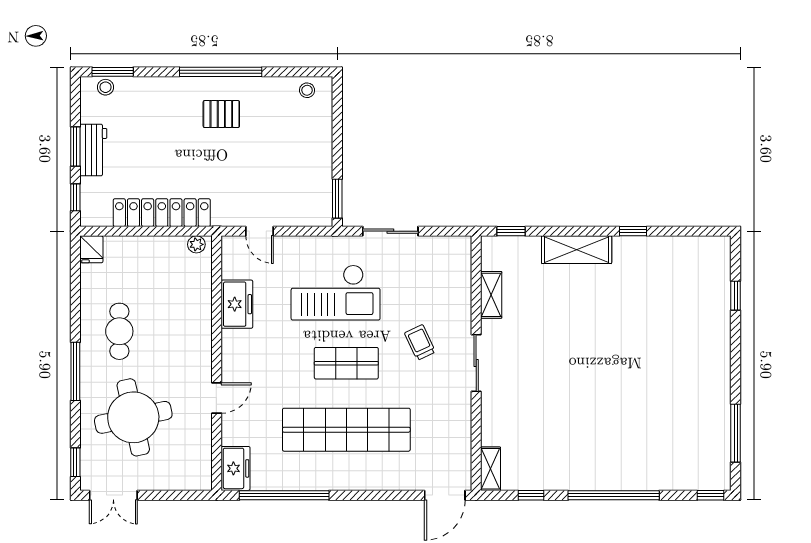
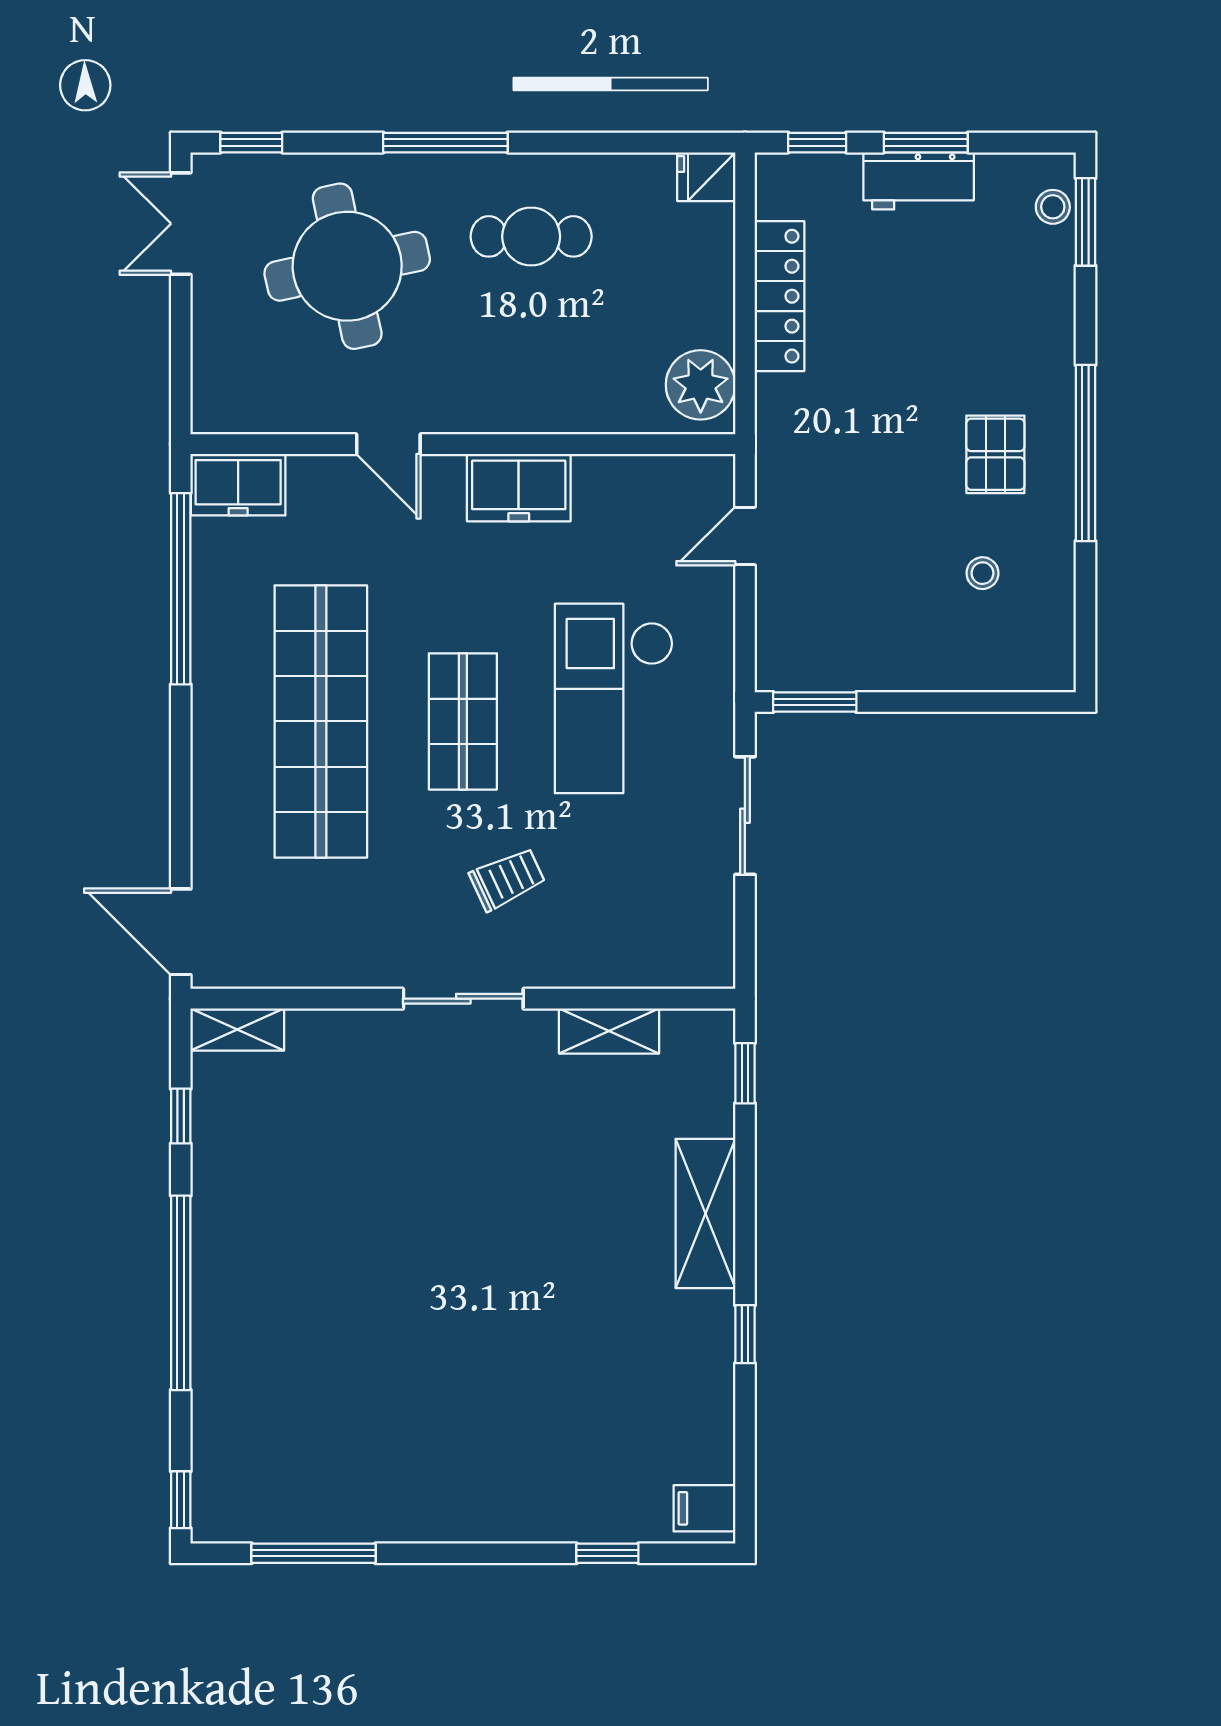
stool: (307, 90) -> (982, 573), moved
locker: (162, 213) -> (780, 296), width x0.71, depth x0.83
plant: (196, 244) -> (701, 385), width x1.88, depth x1.88
filing cabinet: (715, 250) -> (704, 1508), added
freezer: (237, 304) -> (519, 488), moved

